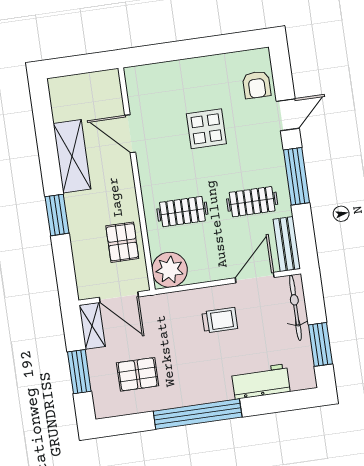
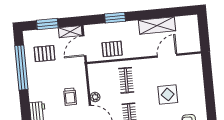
window: (57, 215) -> (115, 18), moved
plant: (170, 270) -> (95, 97), moved, width x0.53, depth x0.53
pallet: (138, 374) -> (45, 54), turned 90
window: (198, 414) -> (21, 68), moved

